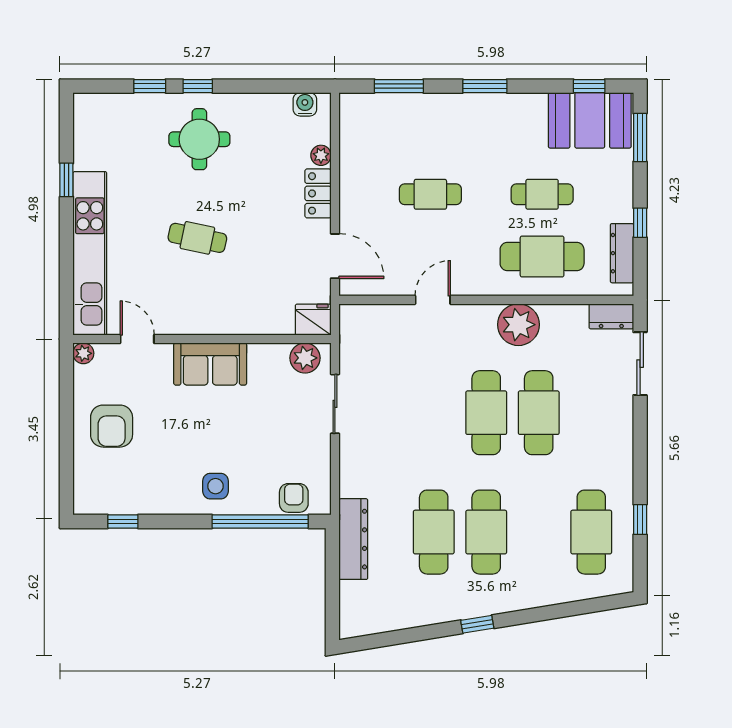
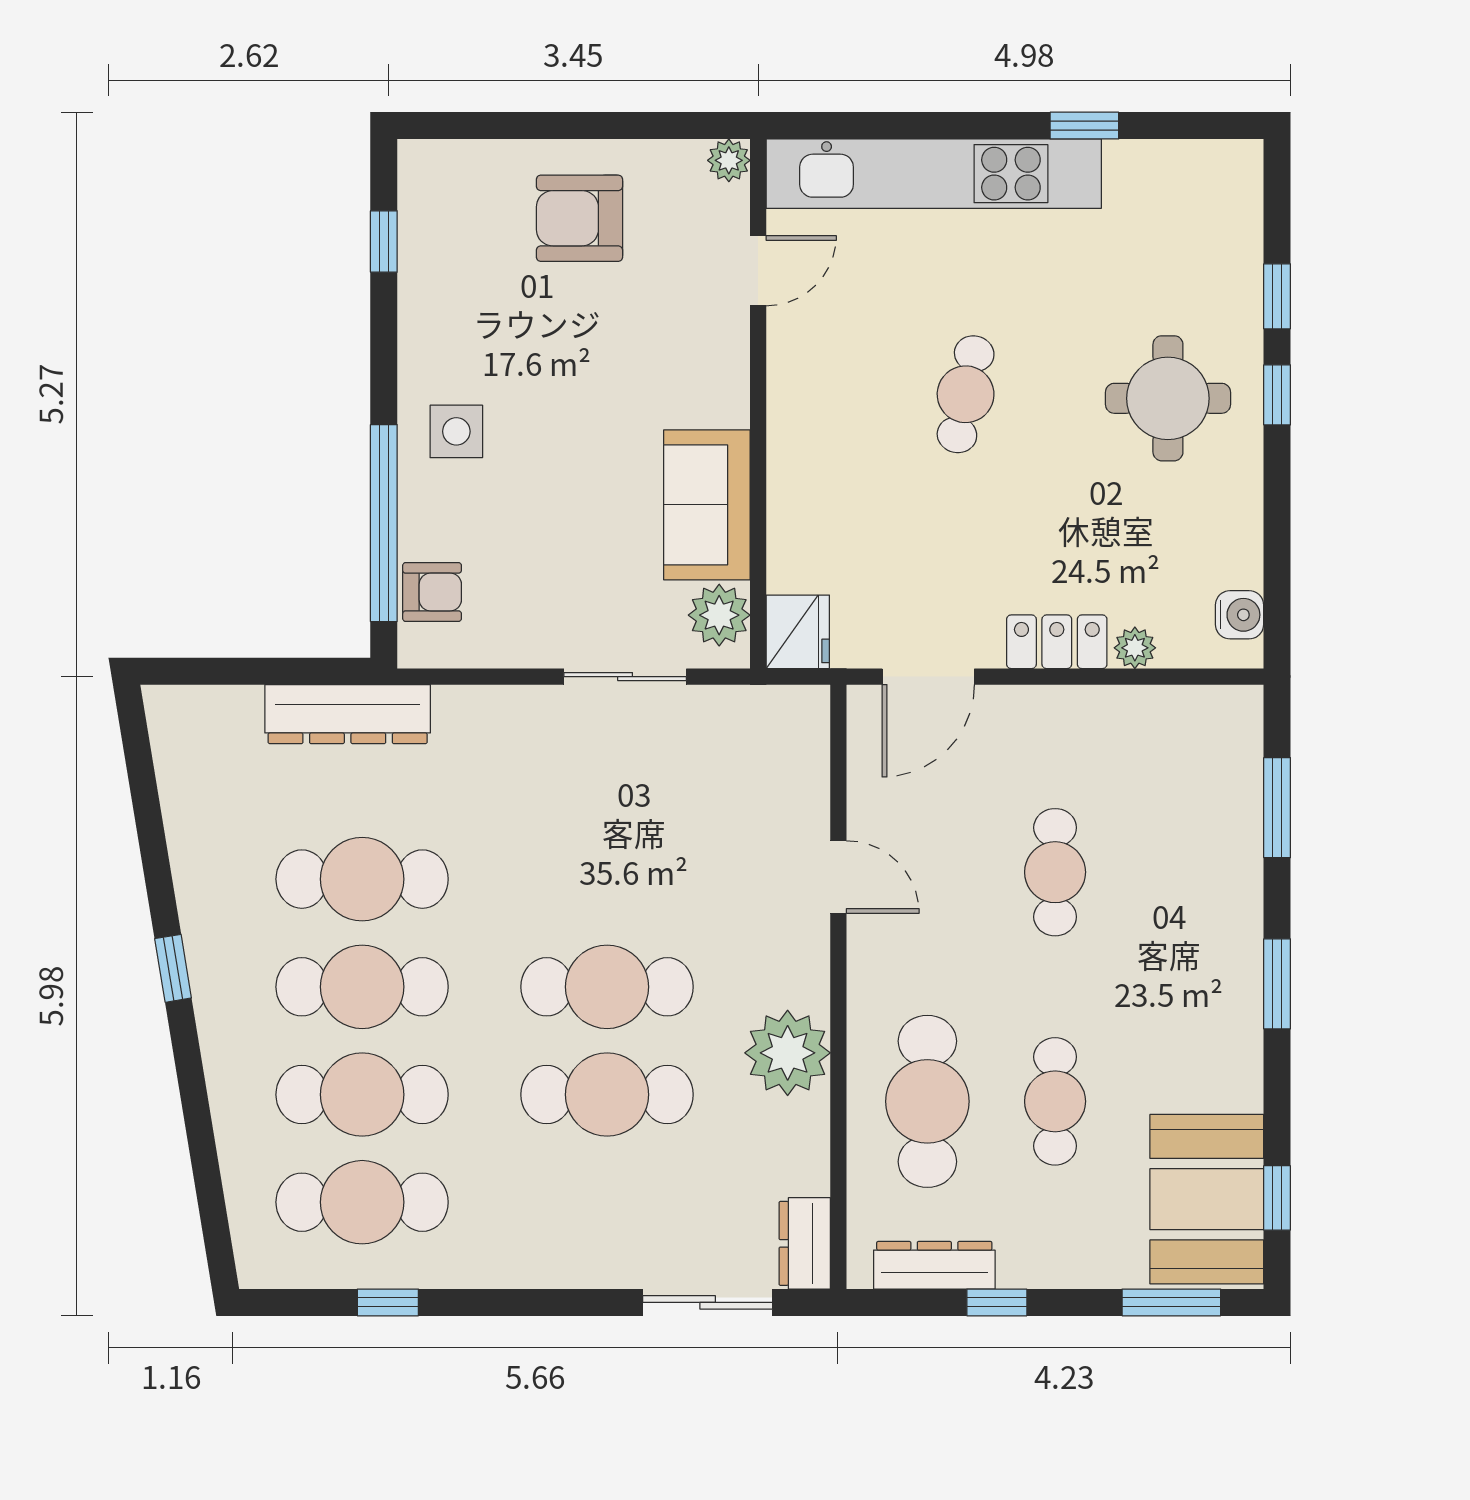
sofa: (210, 364) -> (707, 505), moved
cafe table: (539, 532) -> (362, 1095), added

